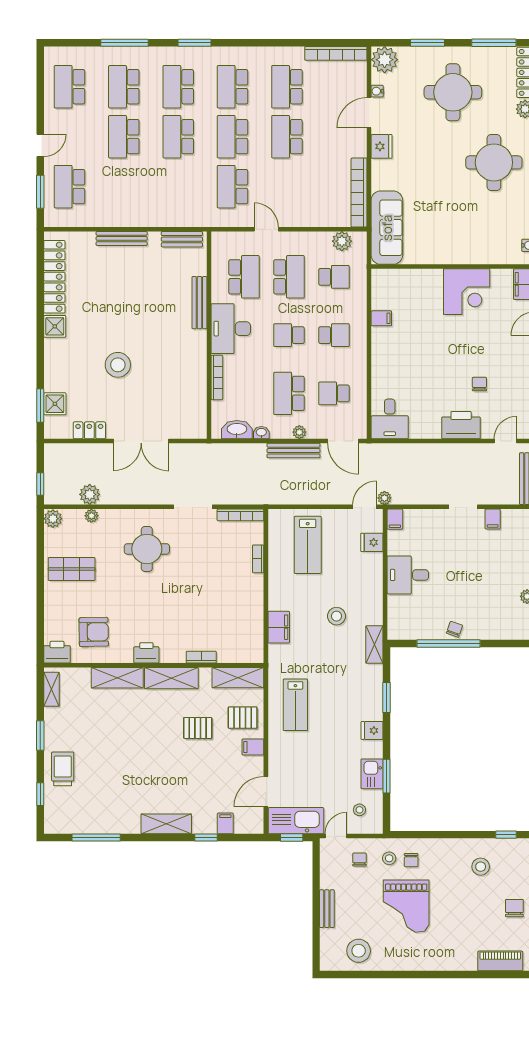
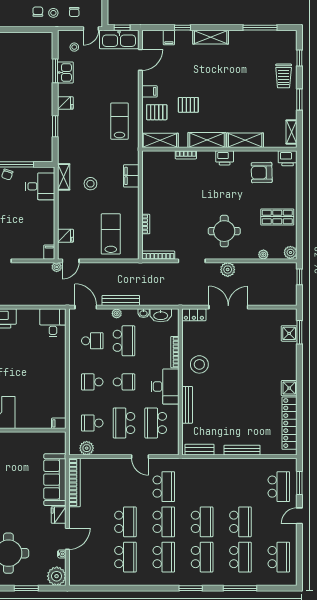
bookcase: (336, 53) -> (91, 581), removed
sofa: (387, 228) -> (55, 480), moved
filing cabinet: (381, 318) -> (59, 423), moved
stool: (118, 365) -> (199, 364), moved
locker: (89, 430) -> (194, 315), moved
plant: (90, 494) -> (228, 270), moved
desk: (408, 575) -> (40, 186), moved
shelving: (374, 645) -> (64, 177), moved

